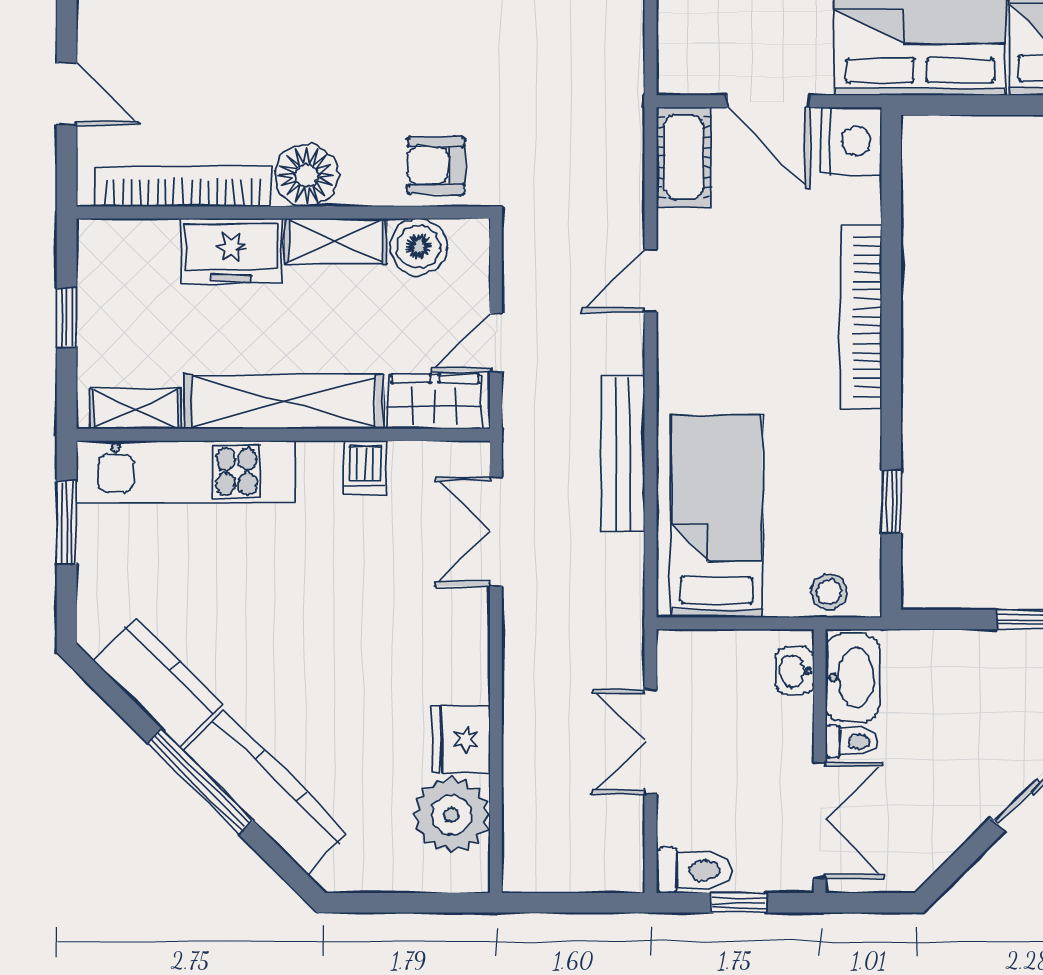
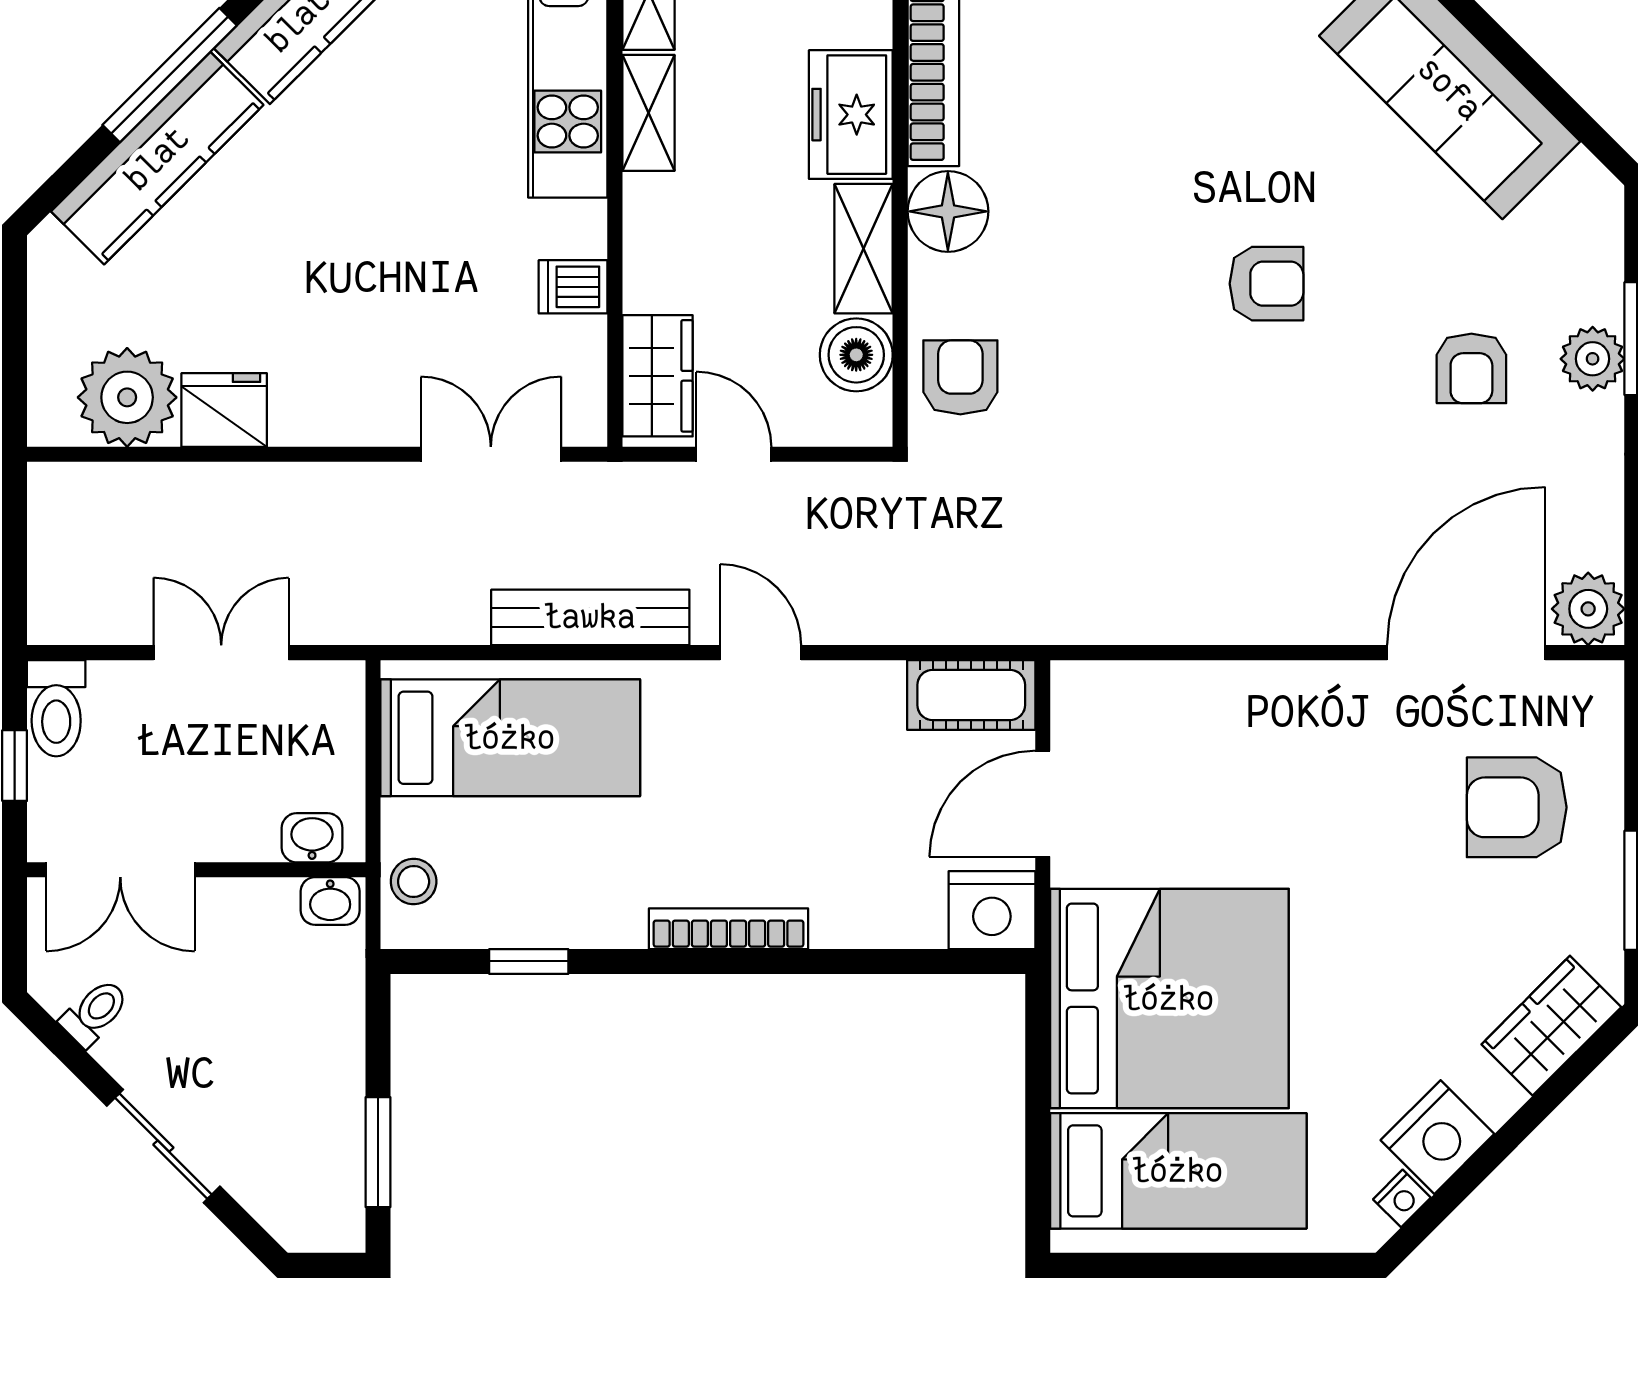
door: (651, 281) -> (761, 653), moved
bookcase: (861, 316) -> (728, 929), width x0.68, depth x0.76
shelving: (284, 402) -> (648, 113), width x0.45, depth x0.75
washbasin: (852, 678) -> (330, 901), width x0.52, depth x0.69
toilet: (852, 742) -> (95, 1013), moved, turned -135

